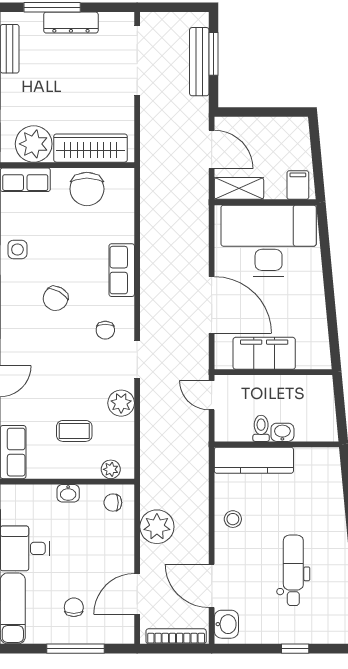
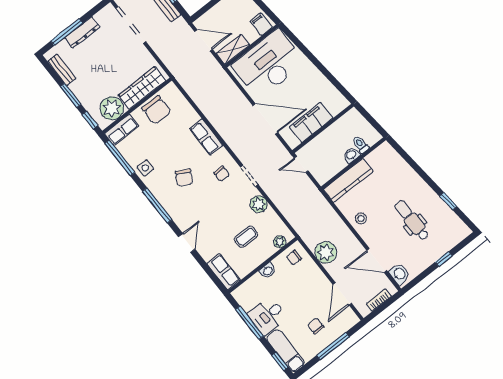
toilet: (261, 428) -> (361, 145), moved
bookcase: (176, 636) -> (379, 300), width x0.64

